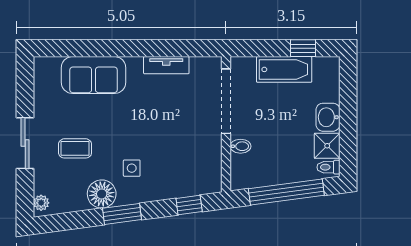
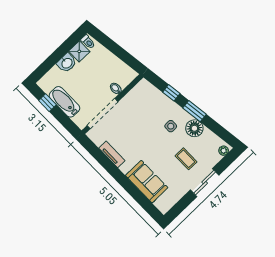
window: (286, 192) -> (116, 50), removed
window: (189, 205) -> (171, 93), moved

